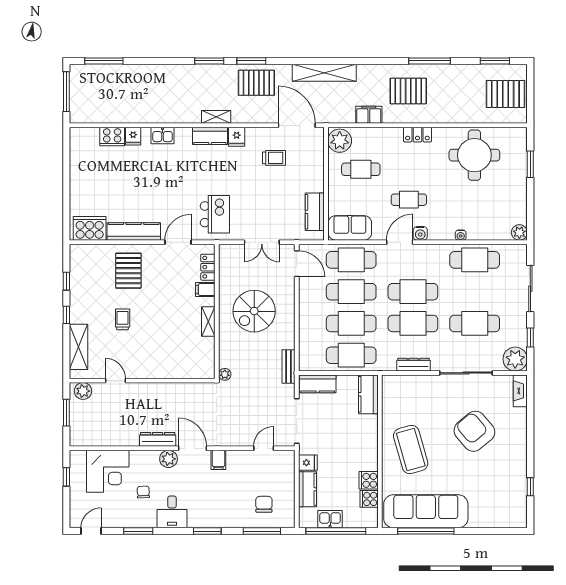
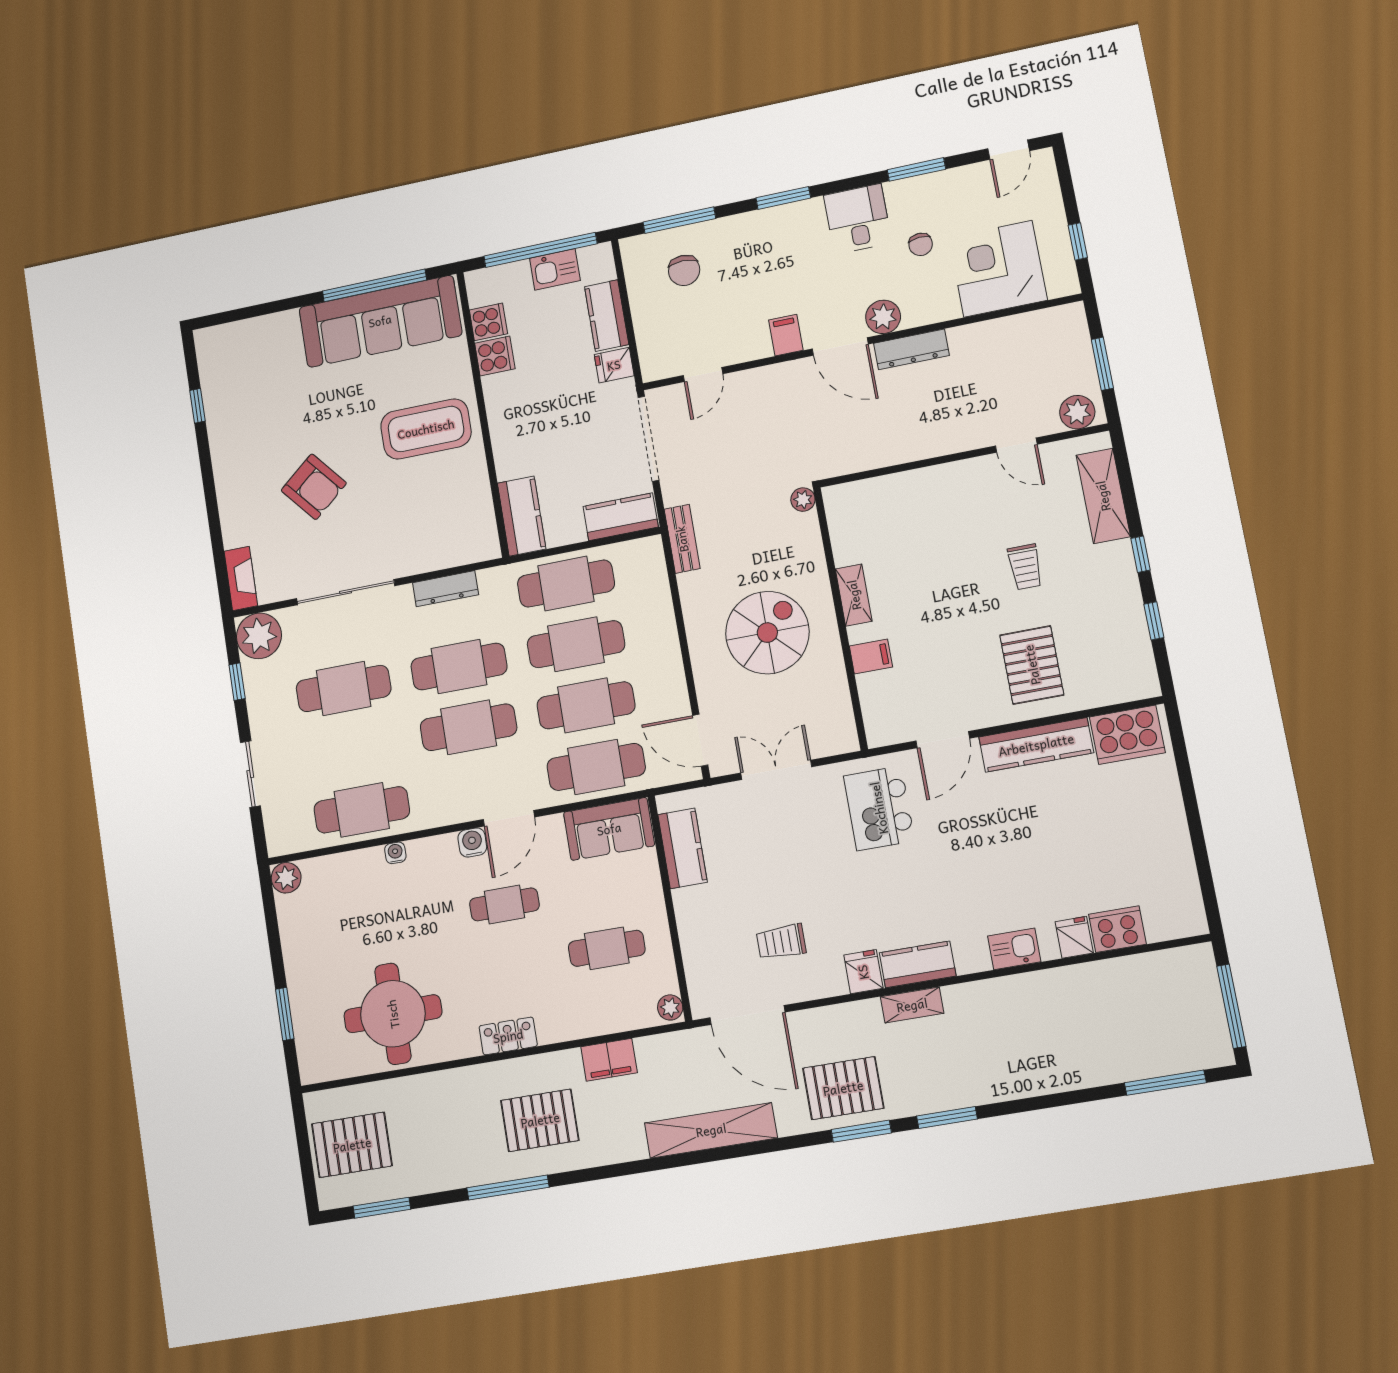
plant: (340, 141) -> (670, 1007), width x0.53, depth x0.53
locker: (208, 267) -> (874, 701), removed
sliding door: (530, 289) -> (250, 774), width x0.73
armchair: (474, 431) -> (314, 487), width x0.73, depth x0.73
coffee table: (411, 449) -> (426, 429), turned -74

